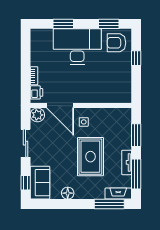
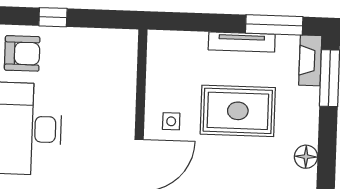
armchair: (117, 43) -> (22, 53), turned -90
window: (136, 135) -> (200, 22), removed
tv unit: (127, 162) -> (242, 42), width x1.41

